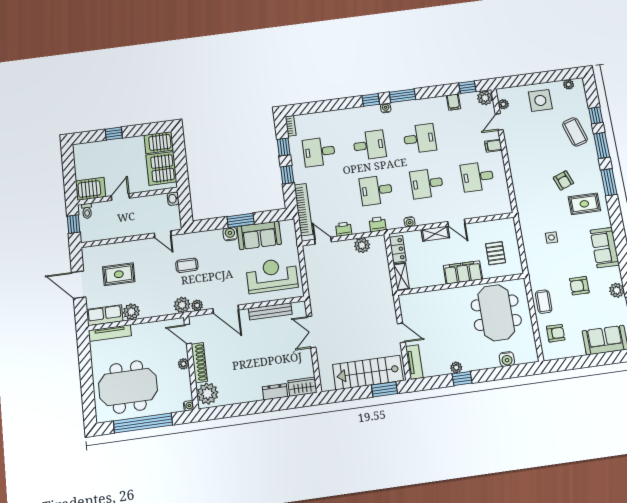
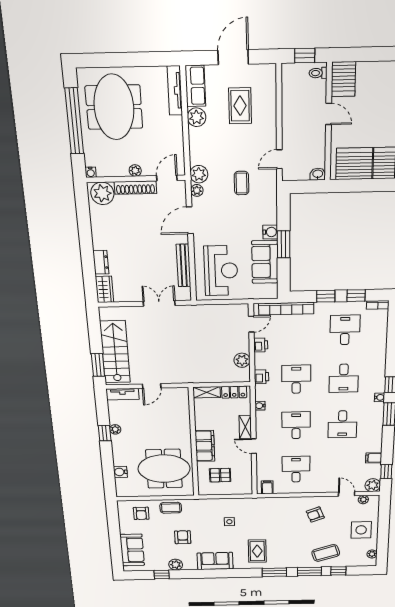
filing cabinet: (493, 146) -> (267, 487), moved
armchair: (563, 180) -> (315, 515), moved
door: (456, 223) -> (254, 446), hinge flipped

